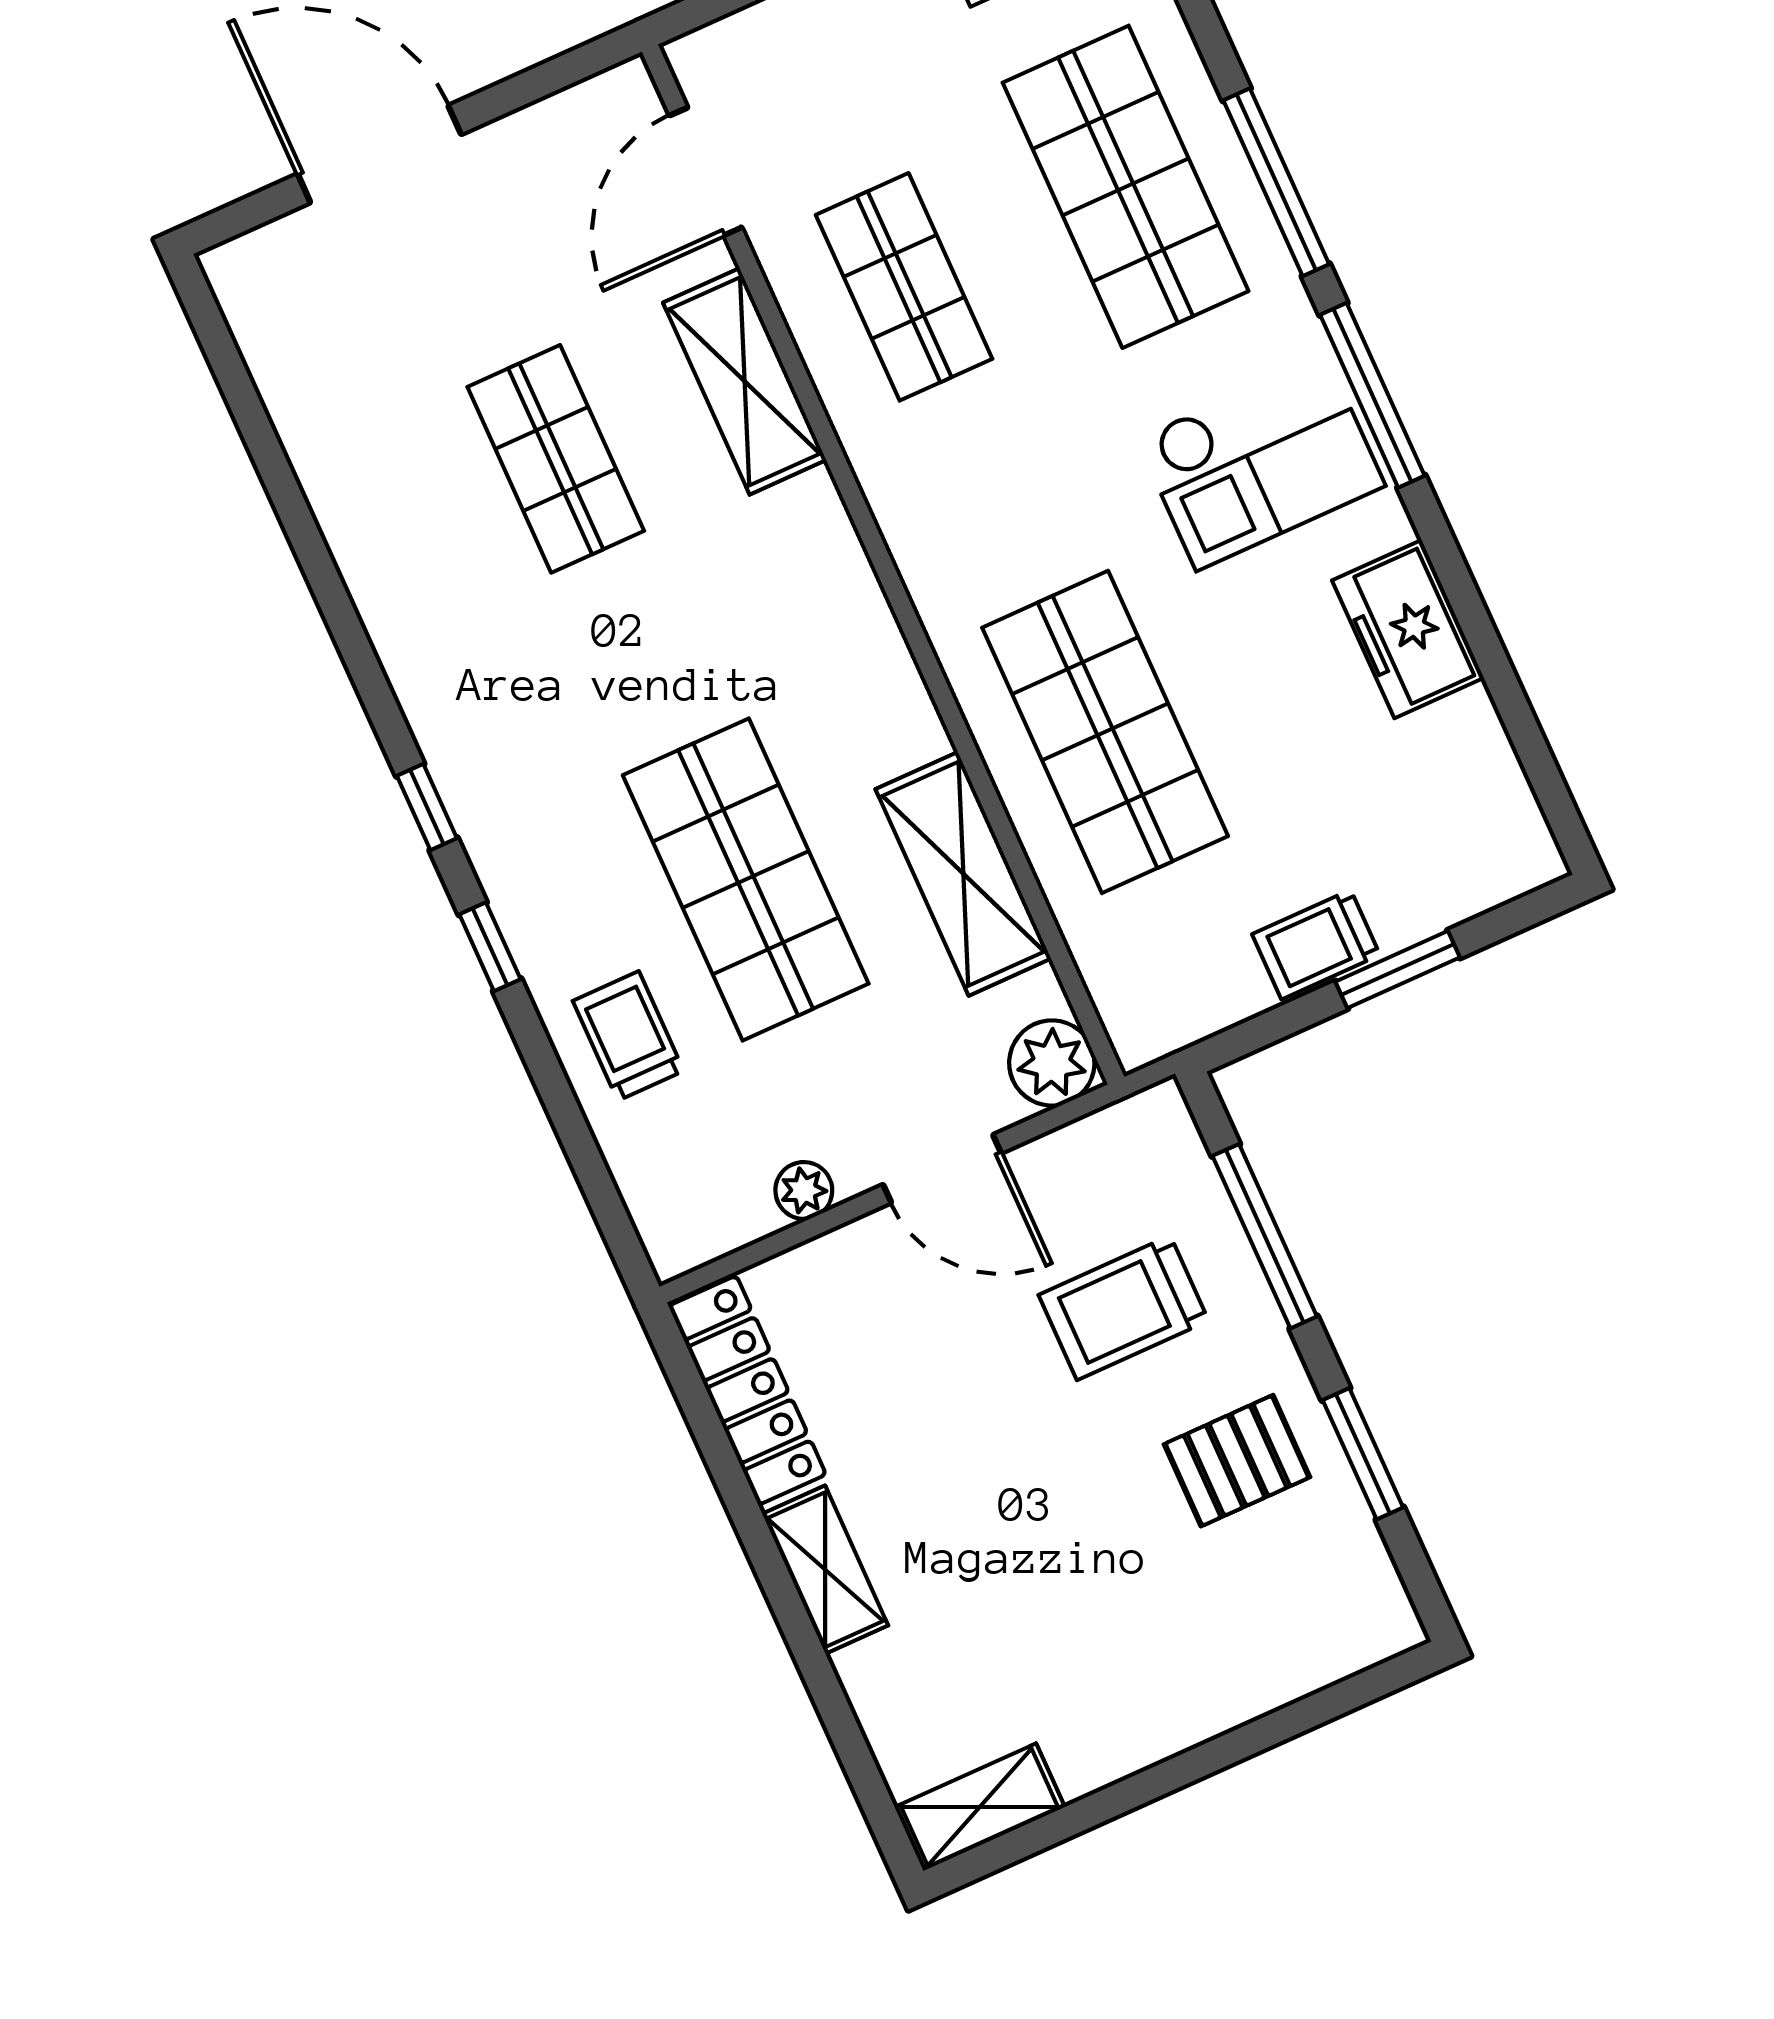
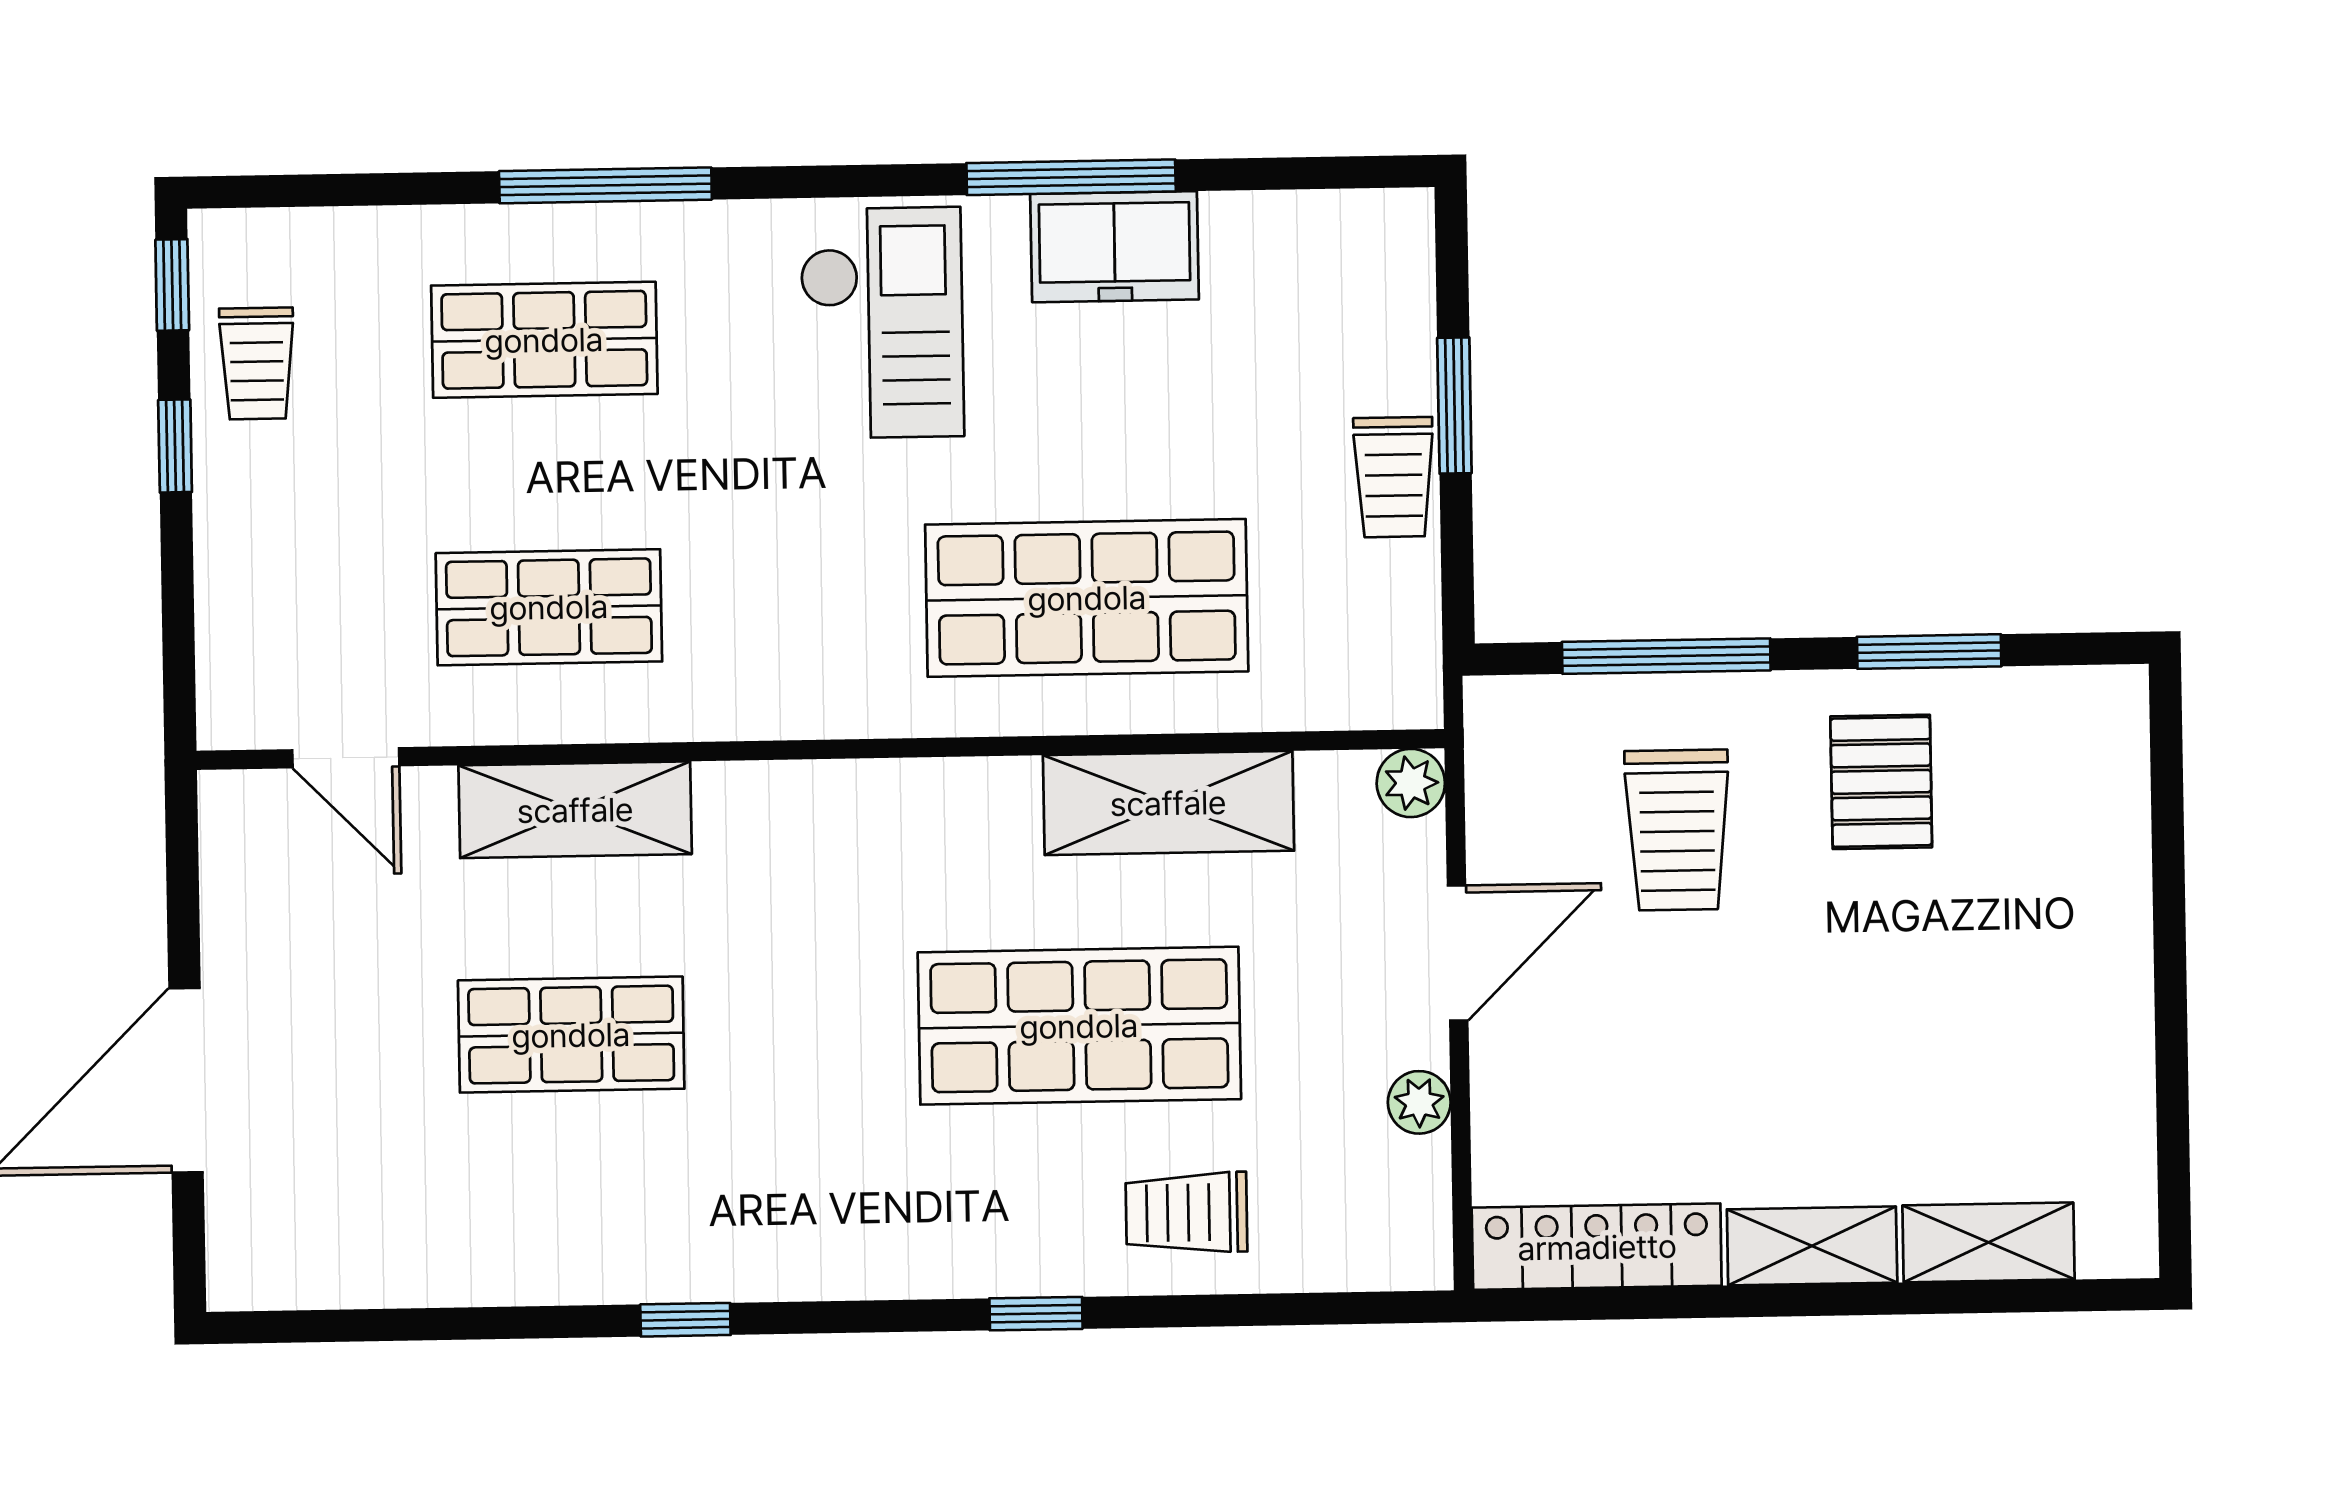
door: (706, 171) -> (346, 758), width x0.73
shop shelf: (1126, 187) -> (544, 340), width x0.70, depth x0.74
window: (1372, 395) -> (1071, 177), moved
window: (427, 807) -> (685, 1320), moved
plant: (1052, 1063) -> (1411, 783), width x0.73, depth x0.73
shelving: (980, 1807) -> (1989, 1242), moved, turned 90

